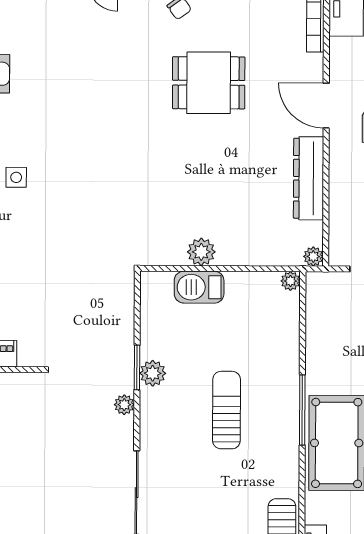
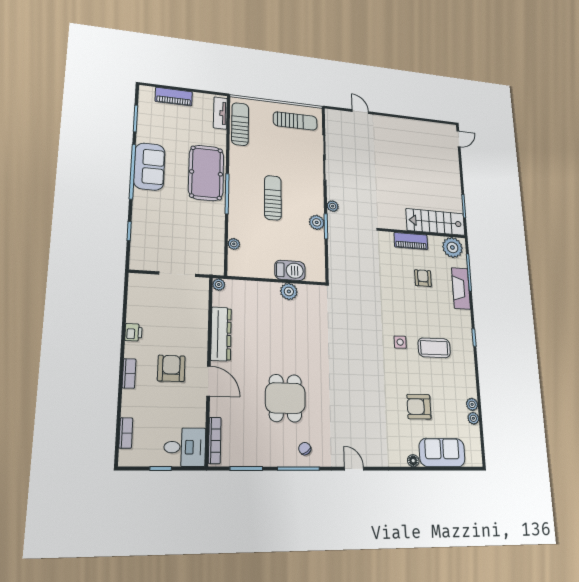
dining table: (209, 83) -> (285, 398), turned 90
plant: (290, 281) -> (234, 244), moved
sun lounger: (226, 410) -> (273, 198), turned 180

